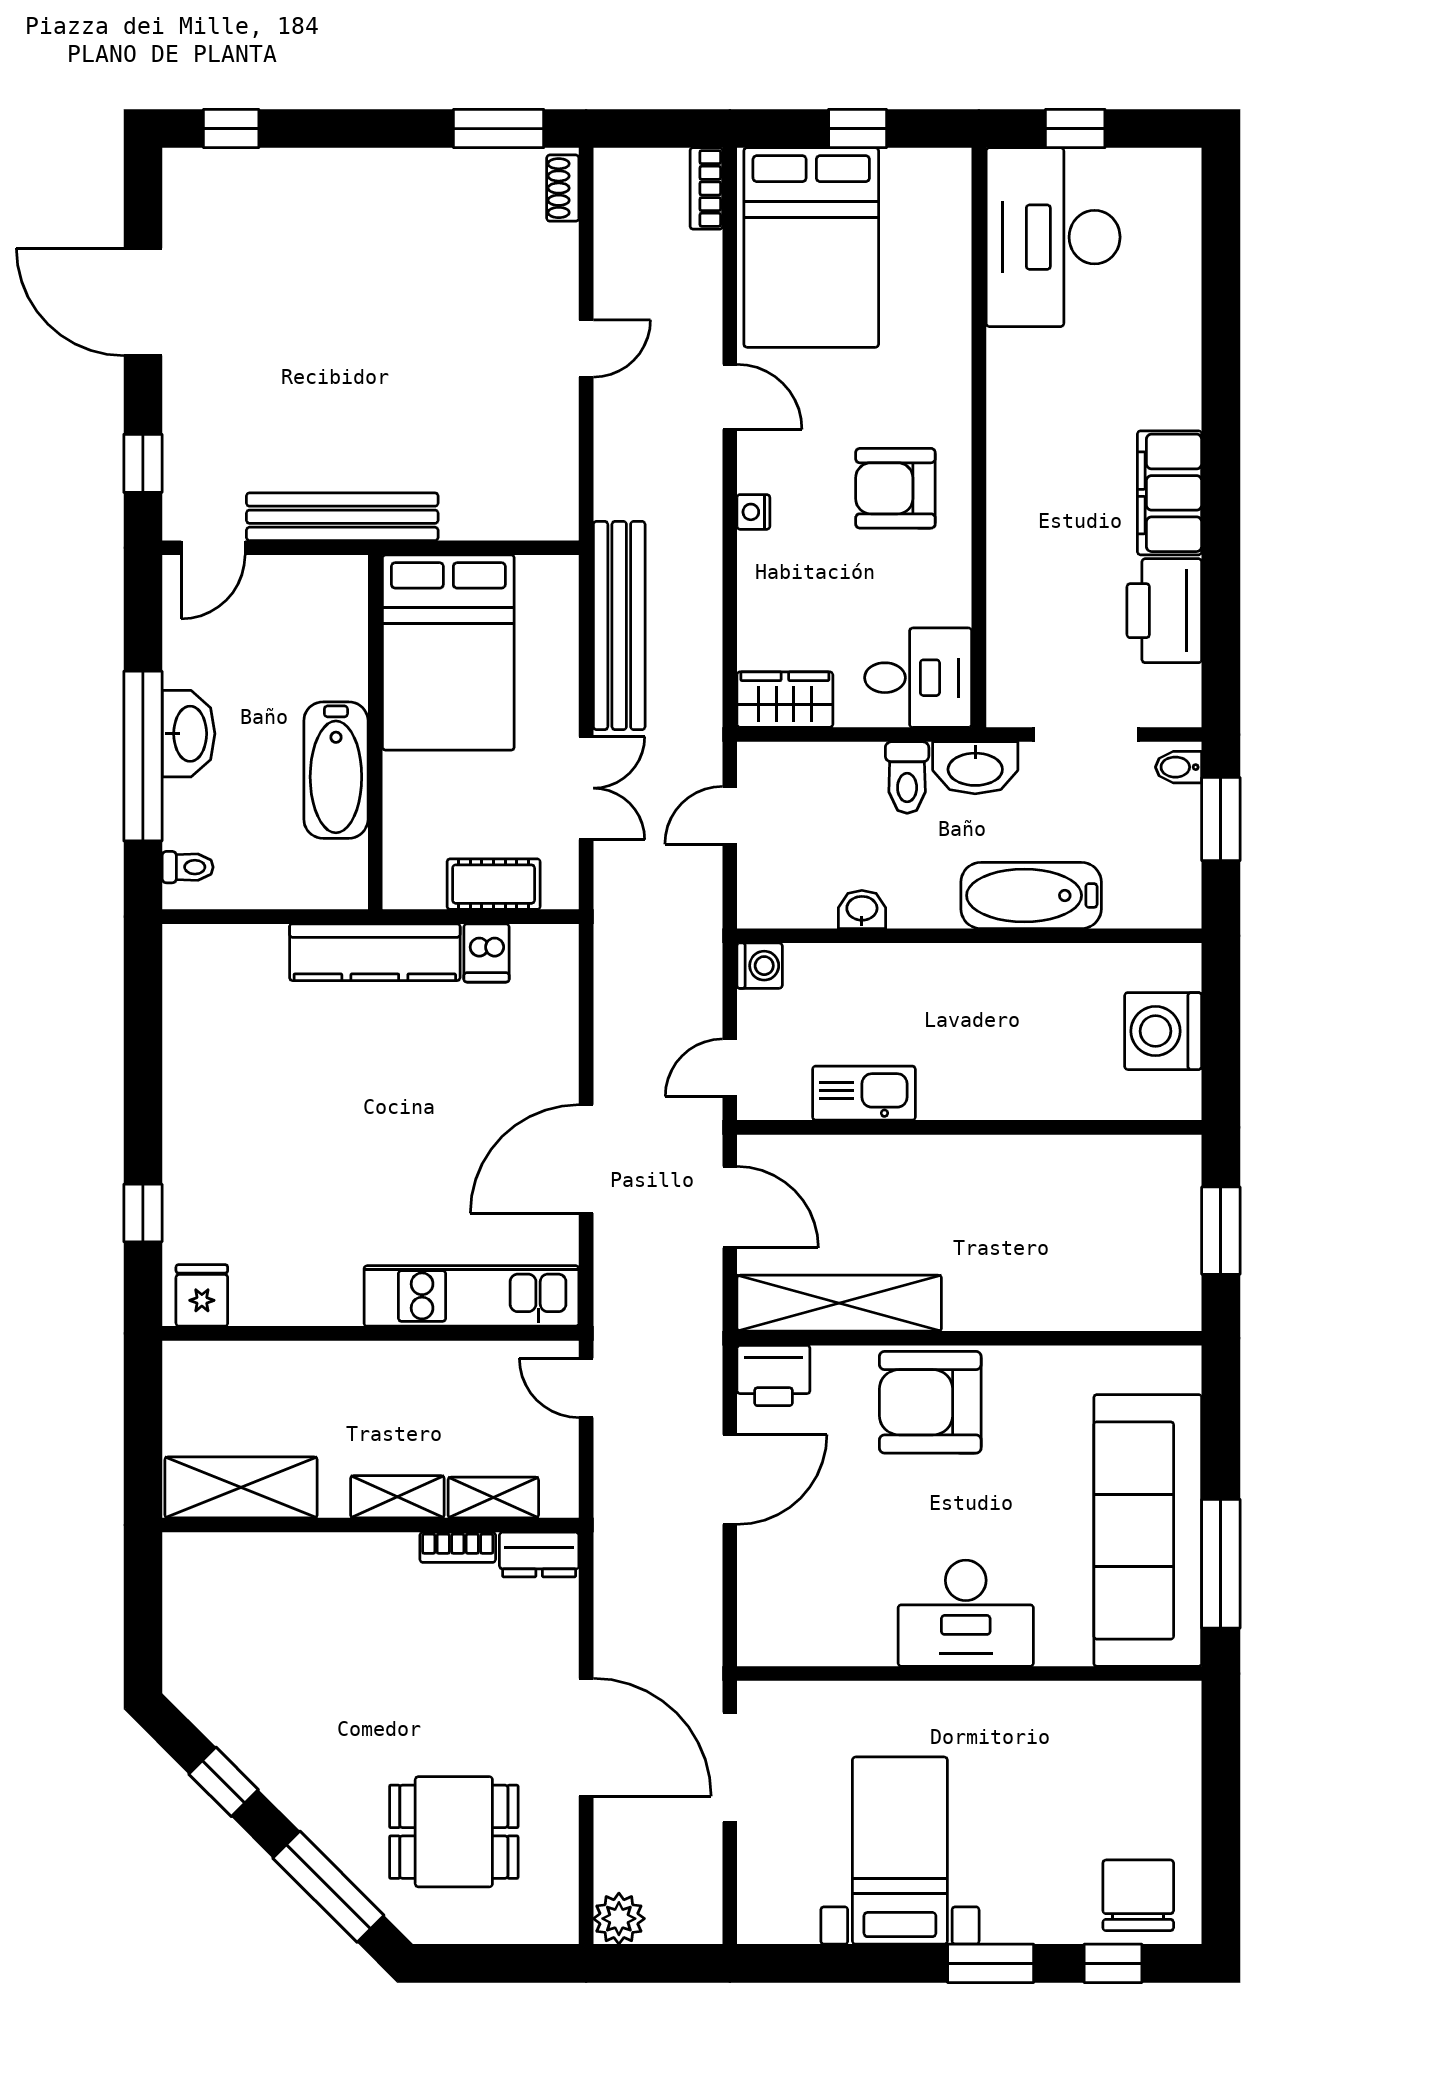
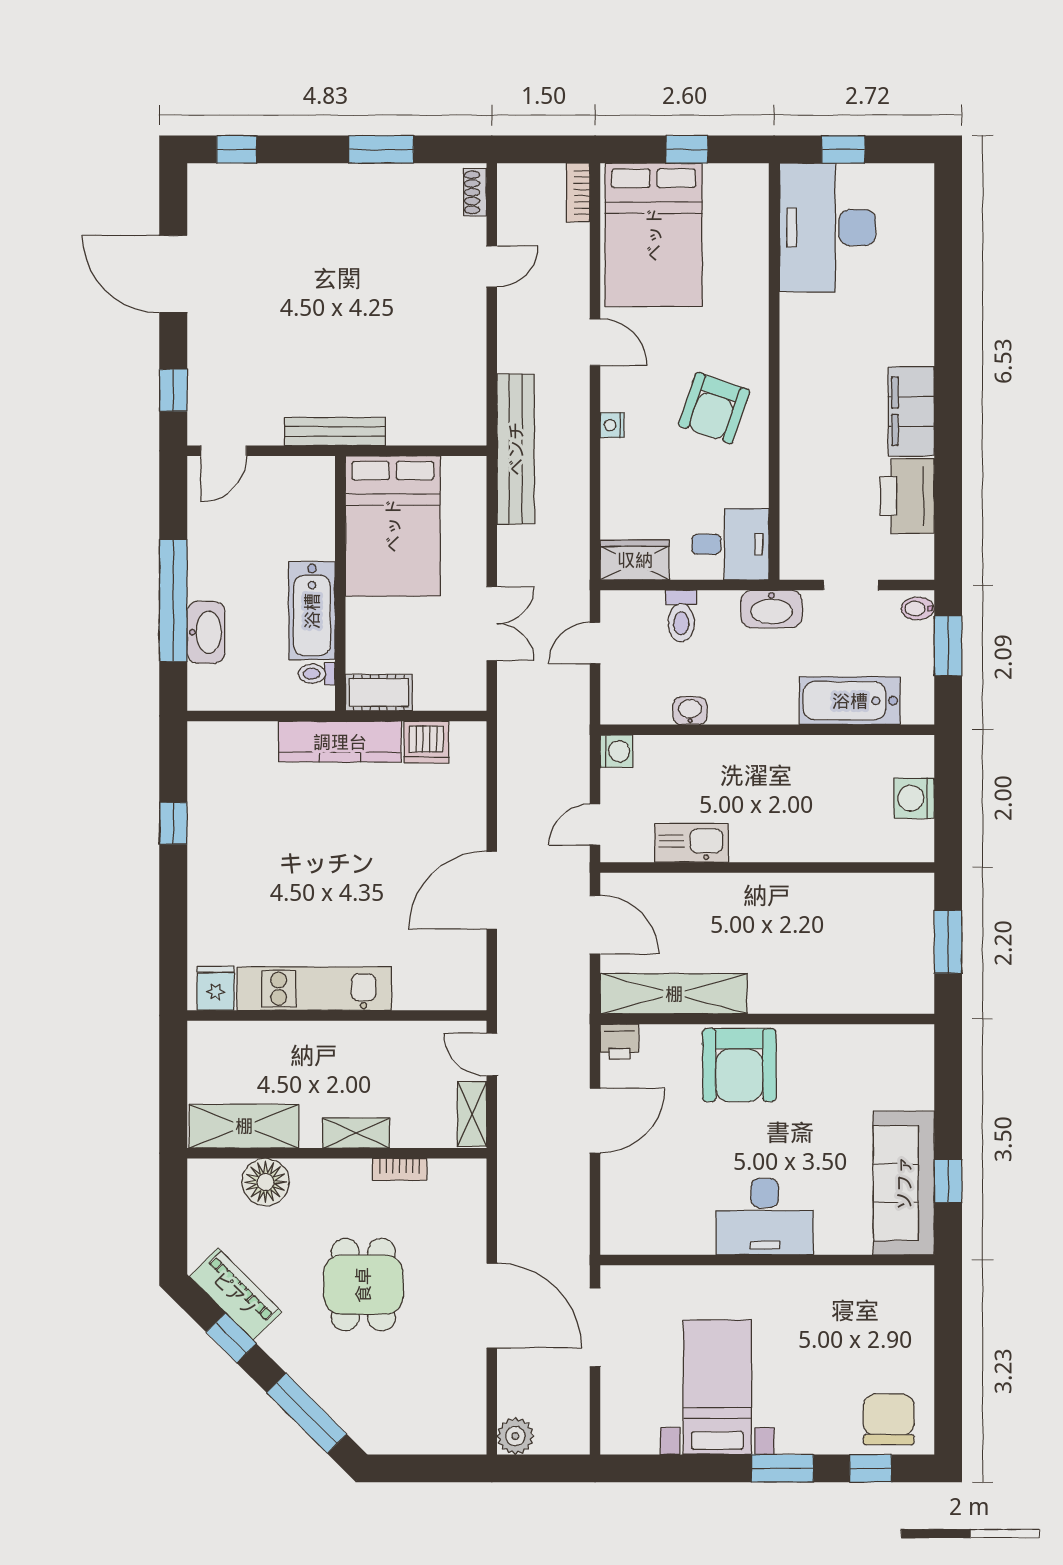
window: (499, 129) -> (381, 149), moved
door: (586, 349) -> (492, 267), moved
armchair: (895, 488) -> (714, 408), turned -71
bench: (342, 517) -> (335, 432), width x0.73, depth x0.82
bench: (619, 625) -> (516, 449), moved
washbasin: (189, 734) -> (206, 632), moved
doorway: (1086, 735) -> (851, 585), width x0.73
toilet: (907, 778) -> (681, 616), moved
toilet: (188, 867) -> (317, 674), moved, turned 180
cot: (494, 884) -> (379, 693), moved
bathtub: (1031, 895) -> (850, 701), moved
dishwasher: (487, 953) -> (426, 742), width x1.38
washing machine: (1163, 1031) -> (914, 798), width x0.73, depth x0.73
window: (143, 1213) -> (173, 823), moved
kitchen unit: (471, 1296) -> (314, 989), moved
printer: (773, 1376) -> (619, 1042), width x0.73, depth x0.81
armchair: (930, 1402) -> (739, 1065), turned -90
shelving: (493, 1497) -> (472, 1114), moved, turned 90
sofa: (1148, 1530) -> (904, 1183), width x0.74, depth x0.79
dresser: (539, 1555) -> (458, 1174), removed
window: (1221, 1564) -> (948, 1181), width x0.46
floor lamp: (271, 1565) -> (265, 1182), added
piano: (229, 1721) -> (235, 1294), added
dining table: (454, 1832) -> (363, 1285), moved, turned 90

